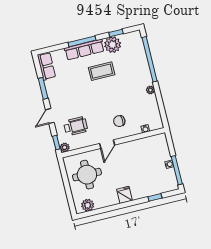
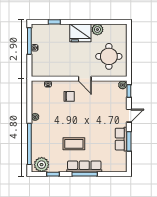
plant: (113, 45) -> (42, 165), moved
row of seats: (46, 66) -> (121, 139), moved
wheelchair: (76, 126) -> (108, 101), removed
door: (107, 144) -> (85, 79), swing flipped
fridge: (124, 195) -> (80, 33), width x1.88, depth x1.34
plant: (88, 205) -> (97, 30), moved

